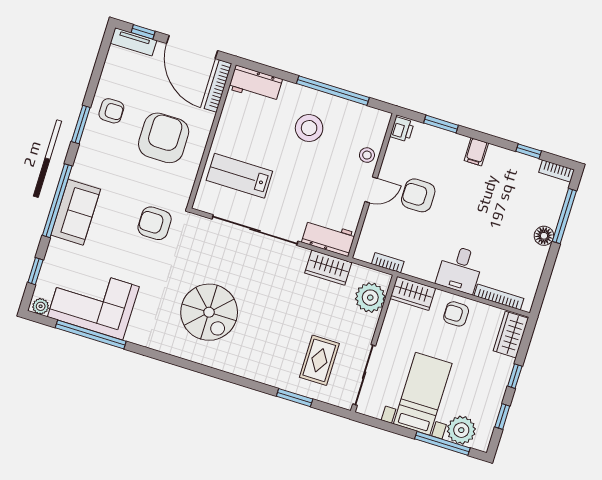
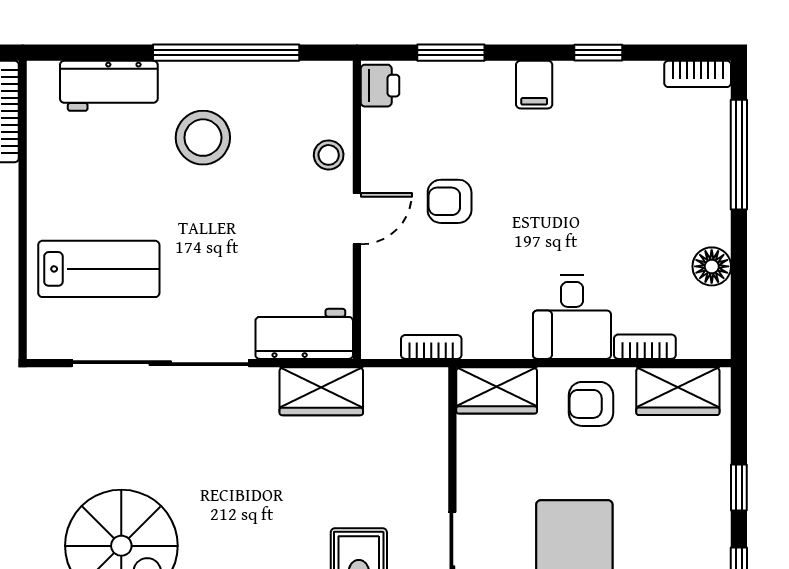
workbench: (255, 84) -> (109, 86), moved
window: (529, 151) -> (598, 53), moved
lab bench: (239, 176) -> (99, 269), turned 180
armchair: (418, 195) -> (450, 201), width x0.72, depth x0.72
floor lamp: (544, 236) -> (712, 266), moved
bookcase: (499, 297) -> (645, 347), width x0.64
plant: (370, 298) -> (419, 423), removed
wardrobe: (511, 335) -> (678, 391), moved, turned -90

